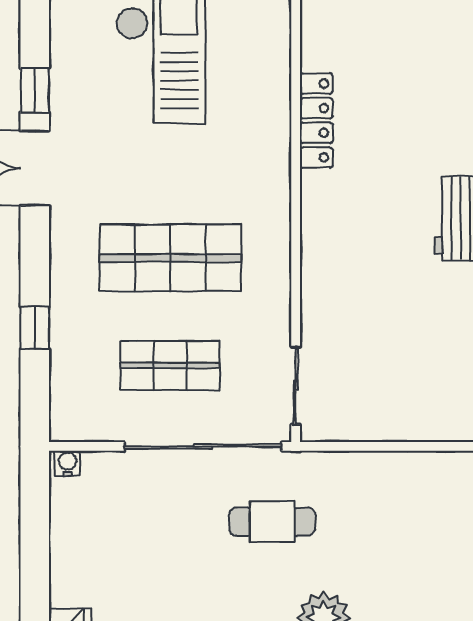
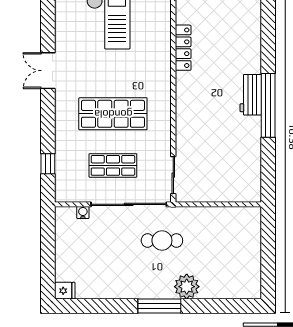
window: (35, 90) -> (48, 33), removed
window: (35, 328) -> (48, 164), moved
water cooler: (68, 463) -> (83, 212), moved

